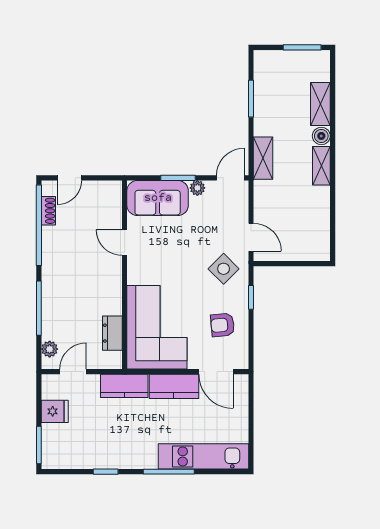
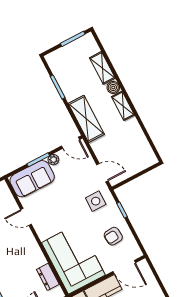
shelving: (263, 158) -> (86, 119), width x1.50, depth x1.33
door: (230, 178) -> (71, 143), swing flipped
side table: (224, 269) -> (96, 201), turned 45

